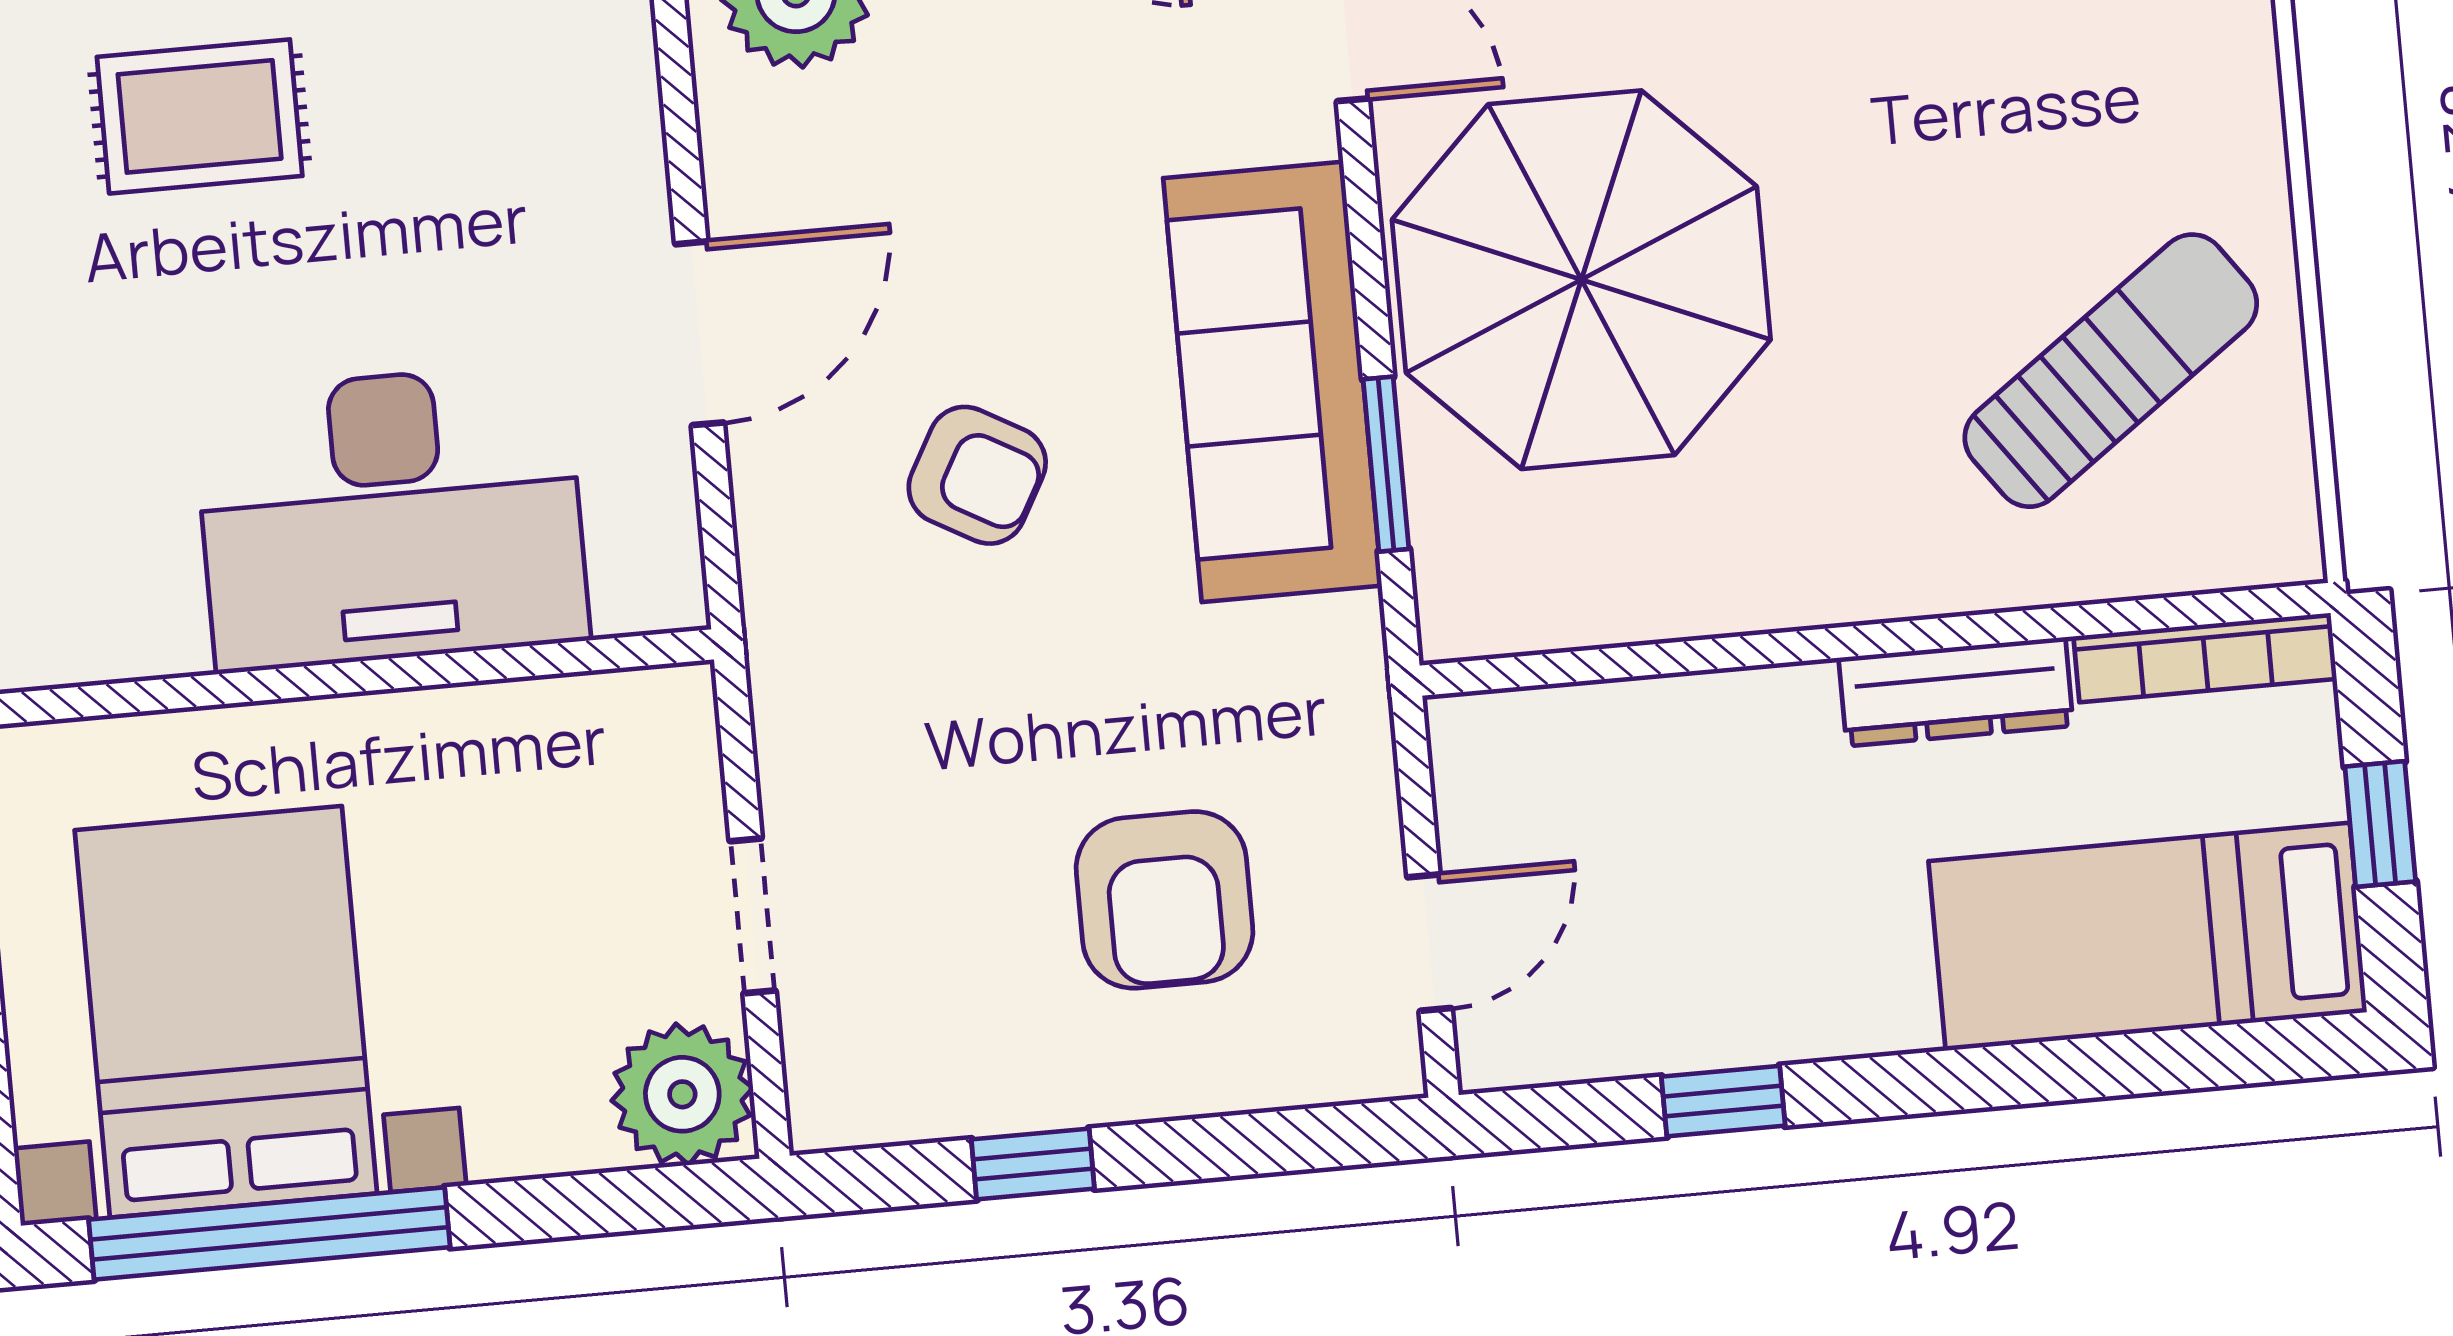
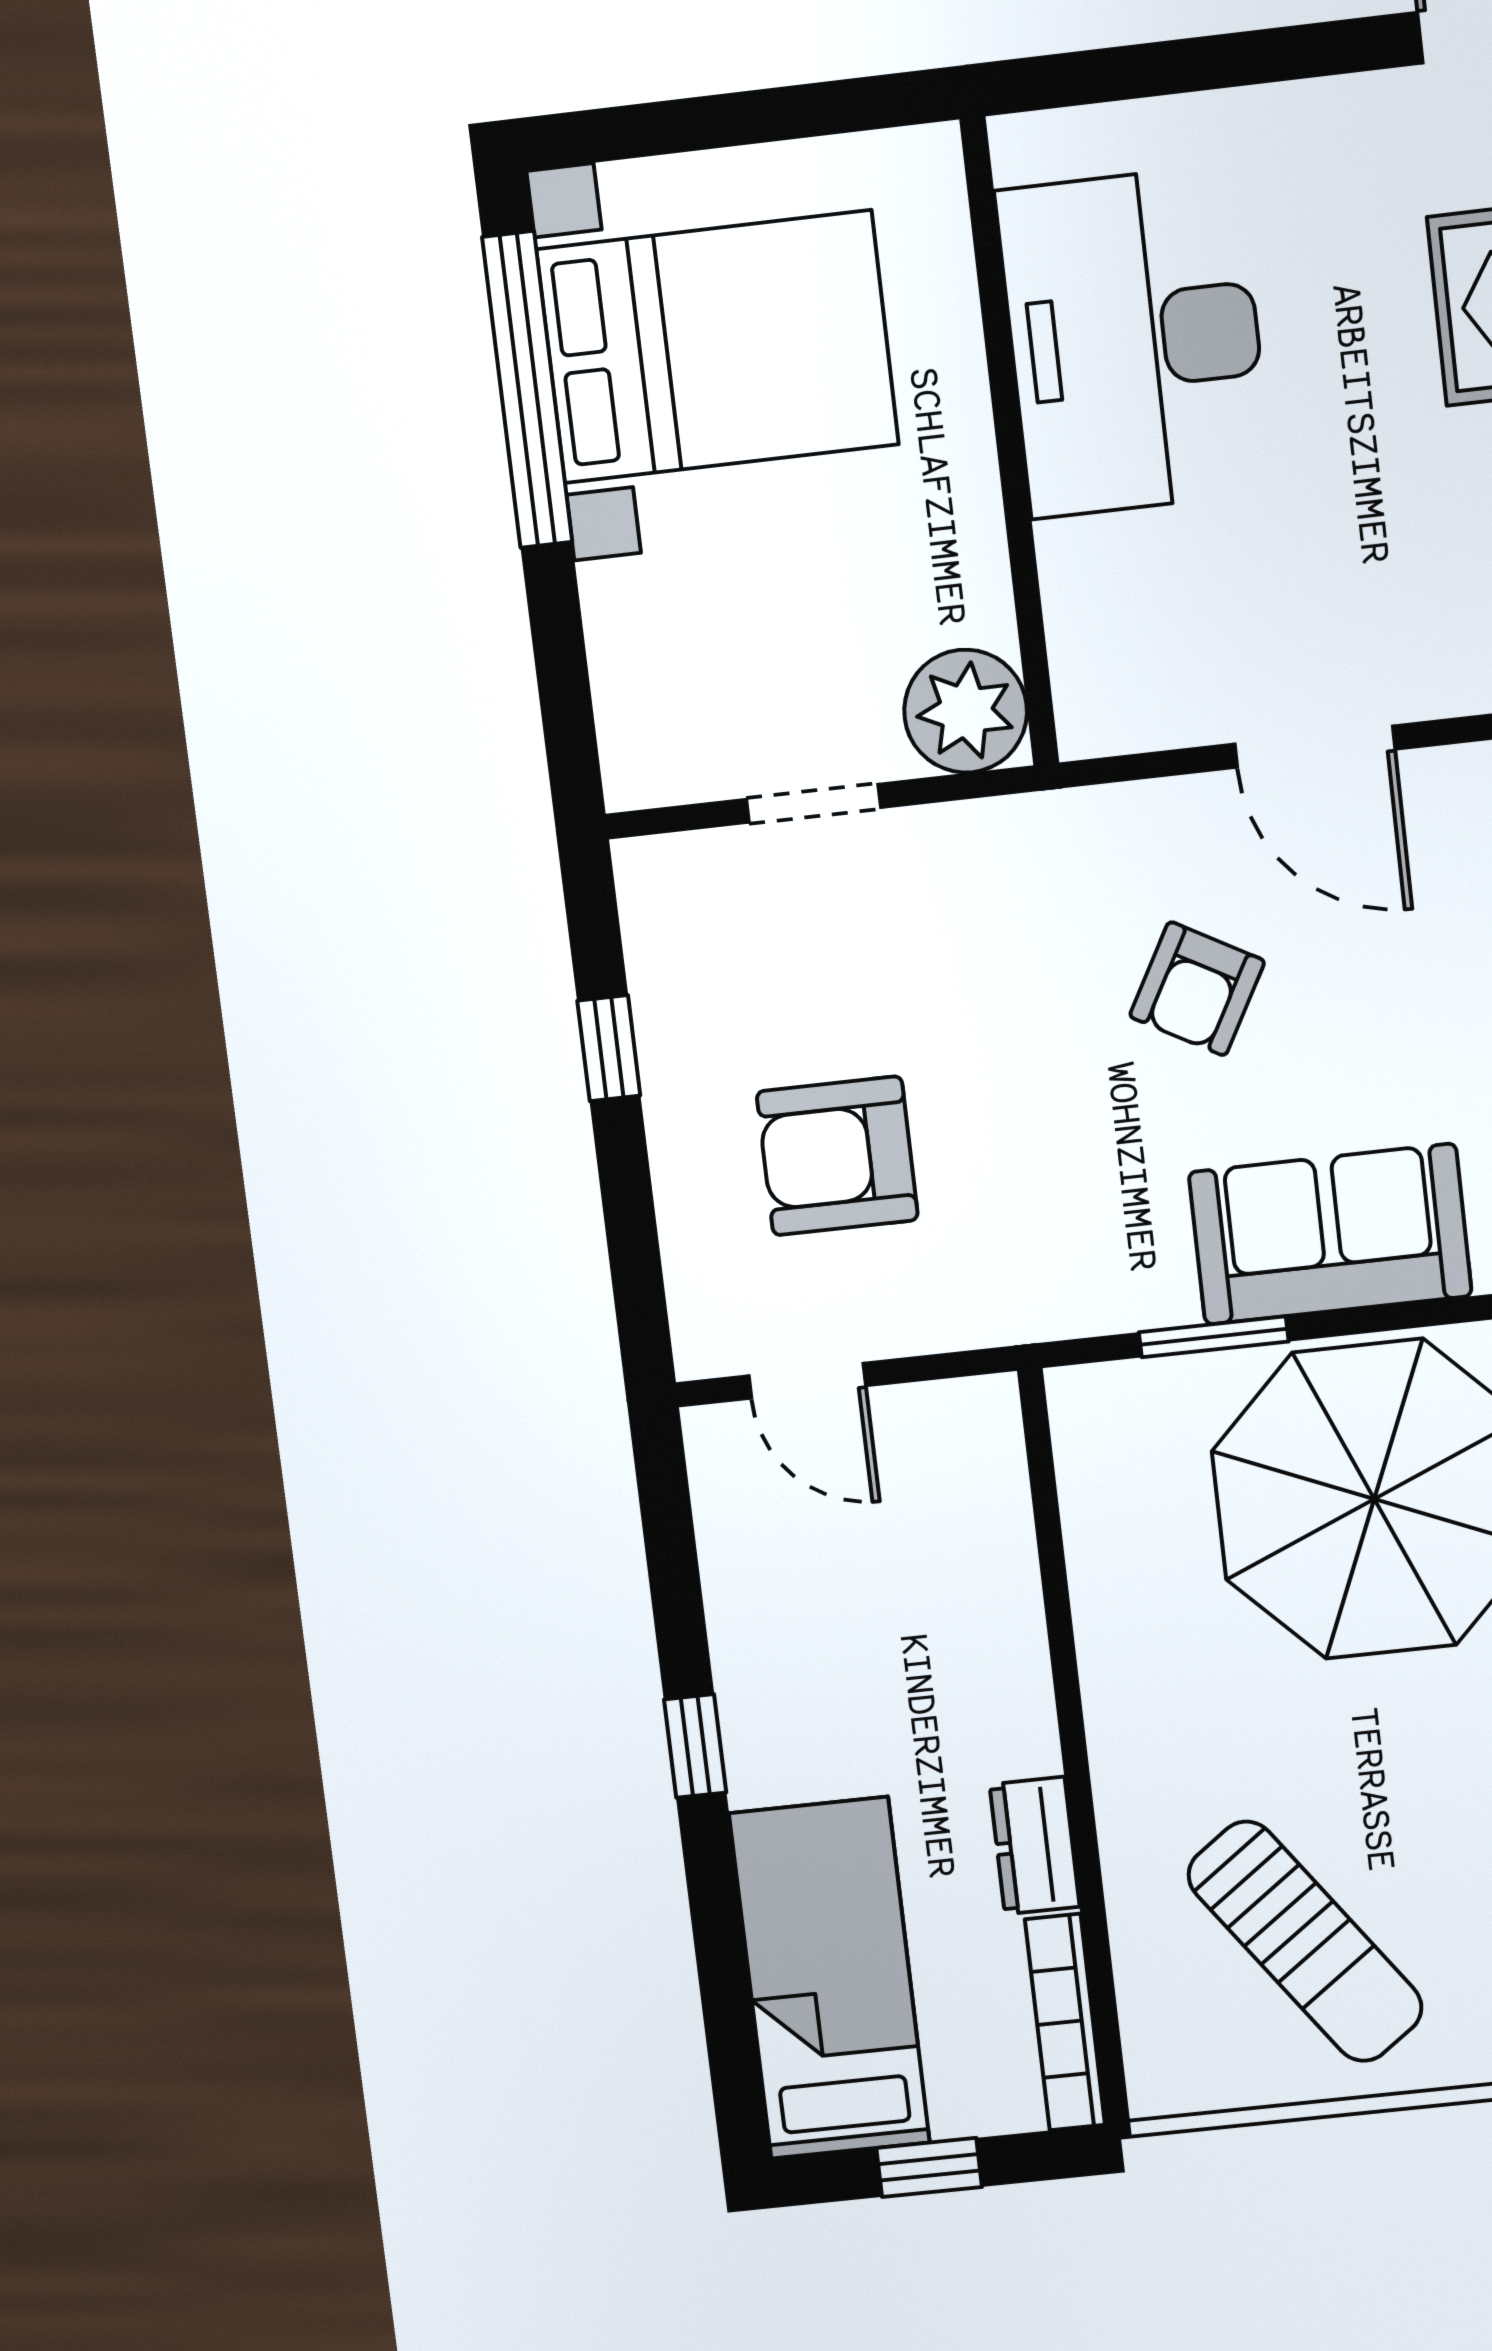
sofa: (1273, 382) -> (1330, 1234), width x0.73
desk: (391, 517) -> (1135, 341), moved
dresser: (1956, 692) -> (1035, 1846), width x0.70
plant: (682, 1094) -> (966, 711), moved
window: (1723, 1101) -> (695, 1746), moved

